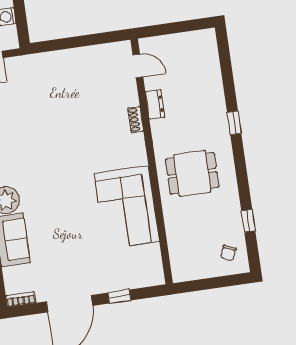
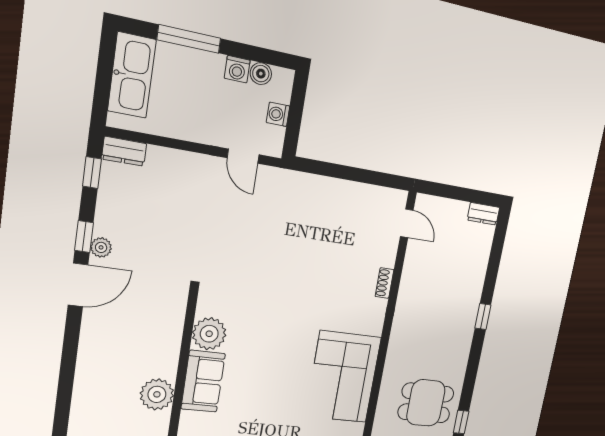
dresser: (155, 104) -> (483, 214), moved, turned 90
dining table: (192, 173) -> (426, 403), moved

